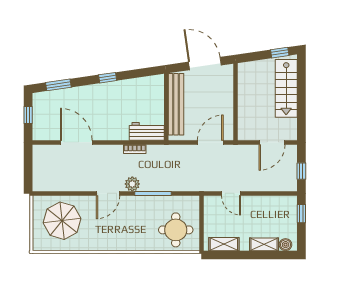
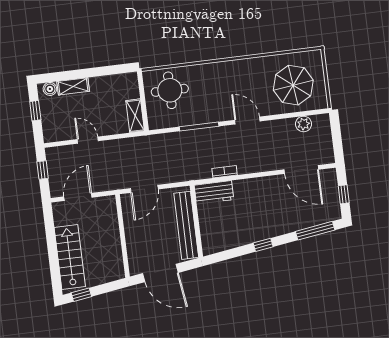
window: (58, 85) -> (315, 231), width x1.44
door: (76, 142) -> (301, 170), moved
plant: (132, 184) -> (304, 124), moved
door: (108, 193) -> (247, 121), hinge flipped
door: (231, 193) -> (88, 140), moved
window: (301, 214) -> (35, 111), moved
shelving: (224, 244) -> (135, 116), moved, turned 90

